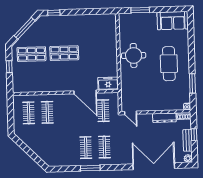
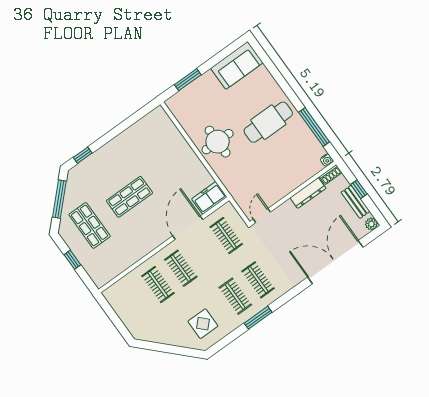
shop shelf: (31, 54) -> (90, 225), turned 90
cafe table: (169, 64) -> (268, 122), turned 90
window: (192, 83) -> (314, 127), width x1.44
door: (85, 92) -> (188, 228), swing flipped
clothes rail: (29, 113) -> (181, 268), moved
door: (131, 113) -> (262, 215), swing flipped
display table: (58, 151) -> (203, 324), added

